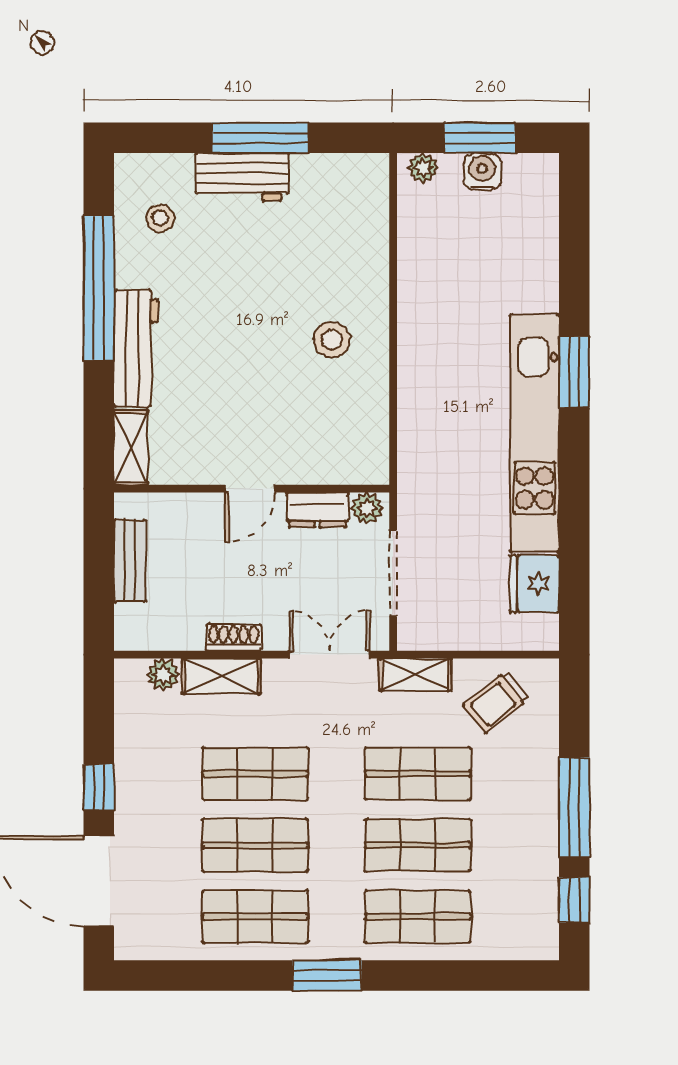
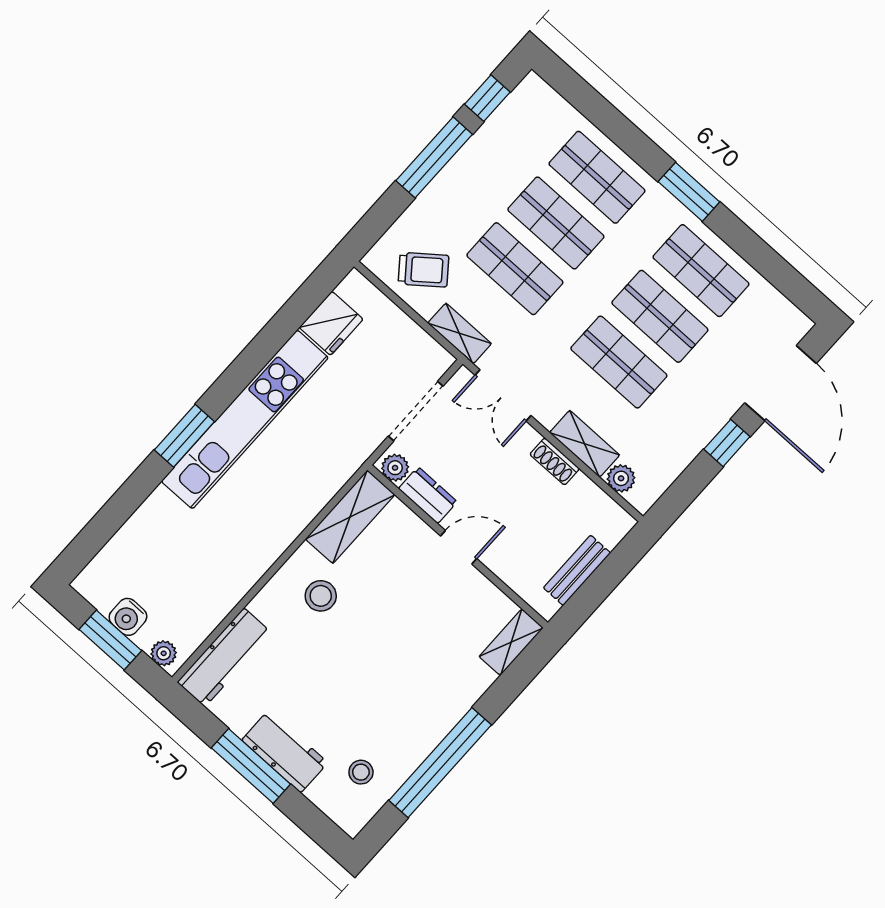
workbench: (136, 348) -> (224, 657), moved, turned 180
shelving: (368, 431) -> (350, 517), added

